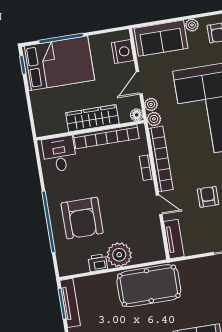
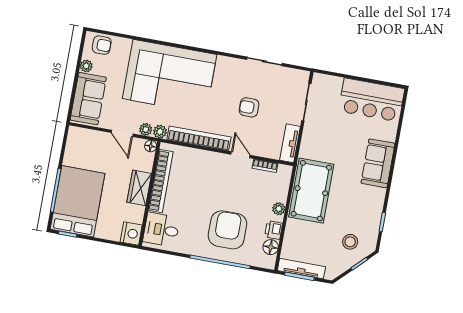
nightstand: (123, 52) -> (131, 233), moved, turned 90
wardrobe: (92, 118) -> (139, 188), width x0.67
bookcase: (146, 168) -> (265, 166), moved
door: (159, 205) -> (240, 155), hinge flipped
armchair: (82, 218) -> (227, 230), turned -90
tv unit: (174, 239) -> (290, 143), moved, turned -90
plant: (119, 255) -> (279, 209), width x0.53, depth x0.53
floor lamp: (80, 266) -> (271, 247), added

